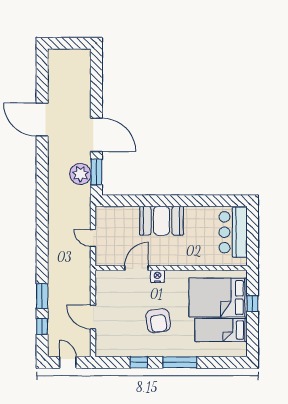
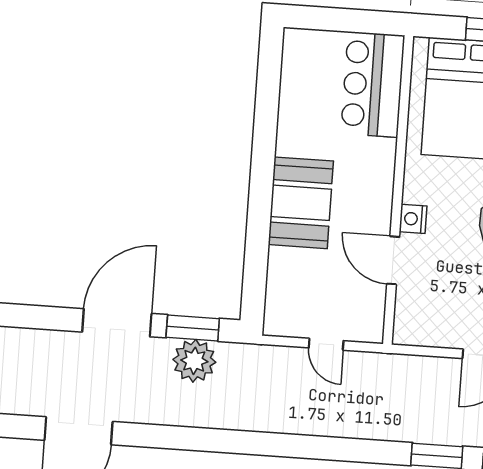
bar counter: (233, 232) -> (373, 85), moved, turned 90
door: (93, 238) -> (326, 344), hinge flipped

